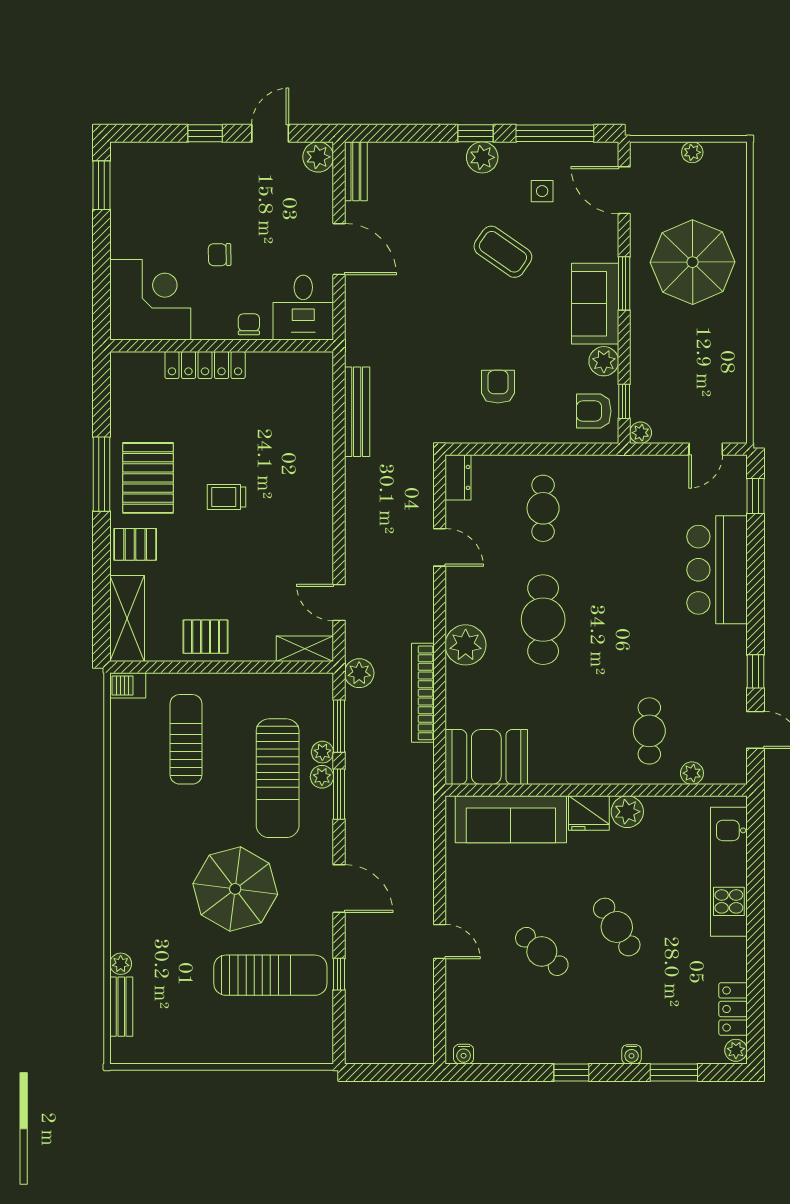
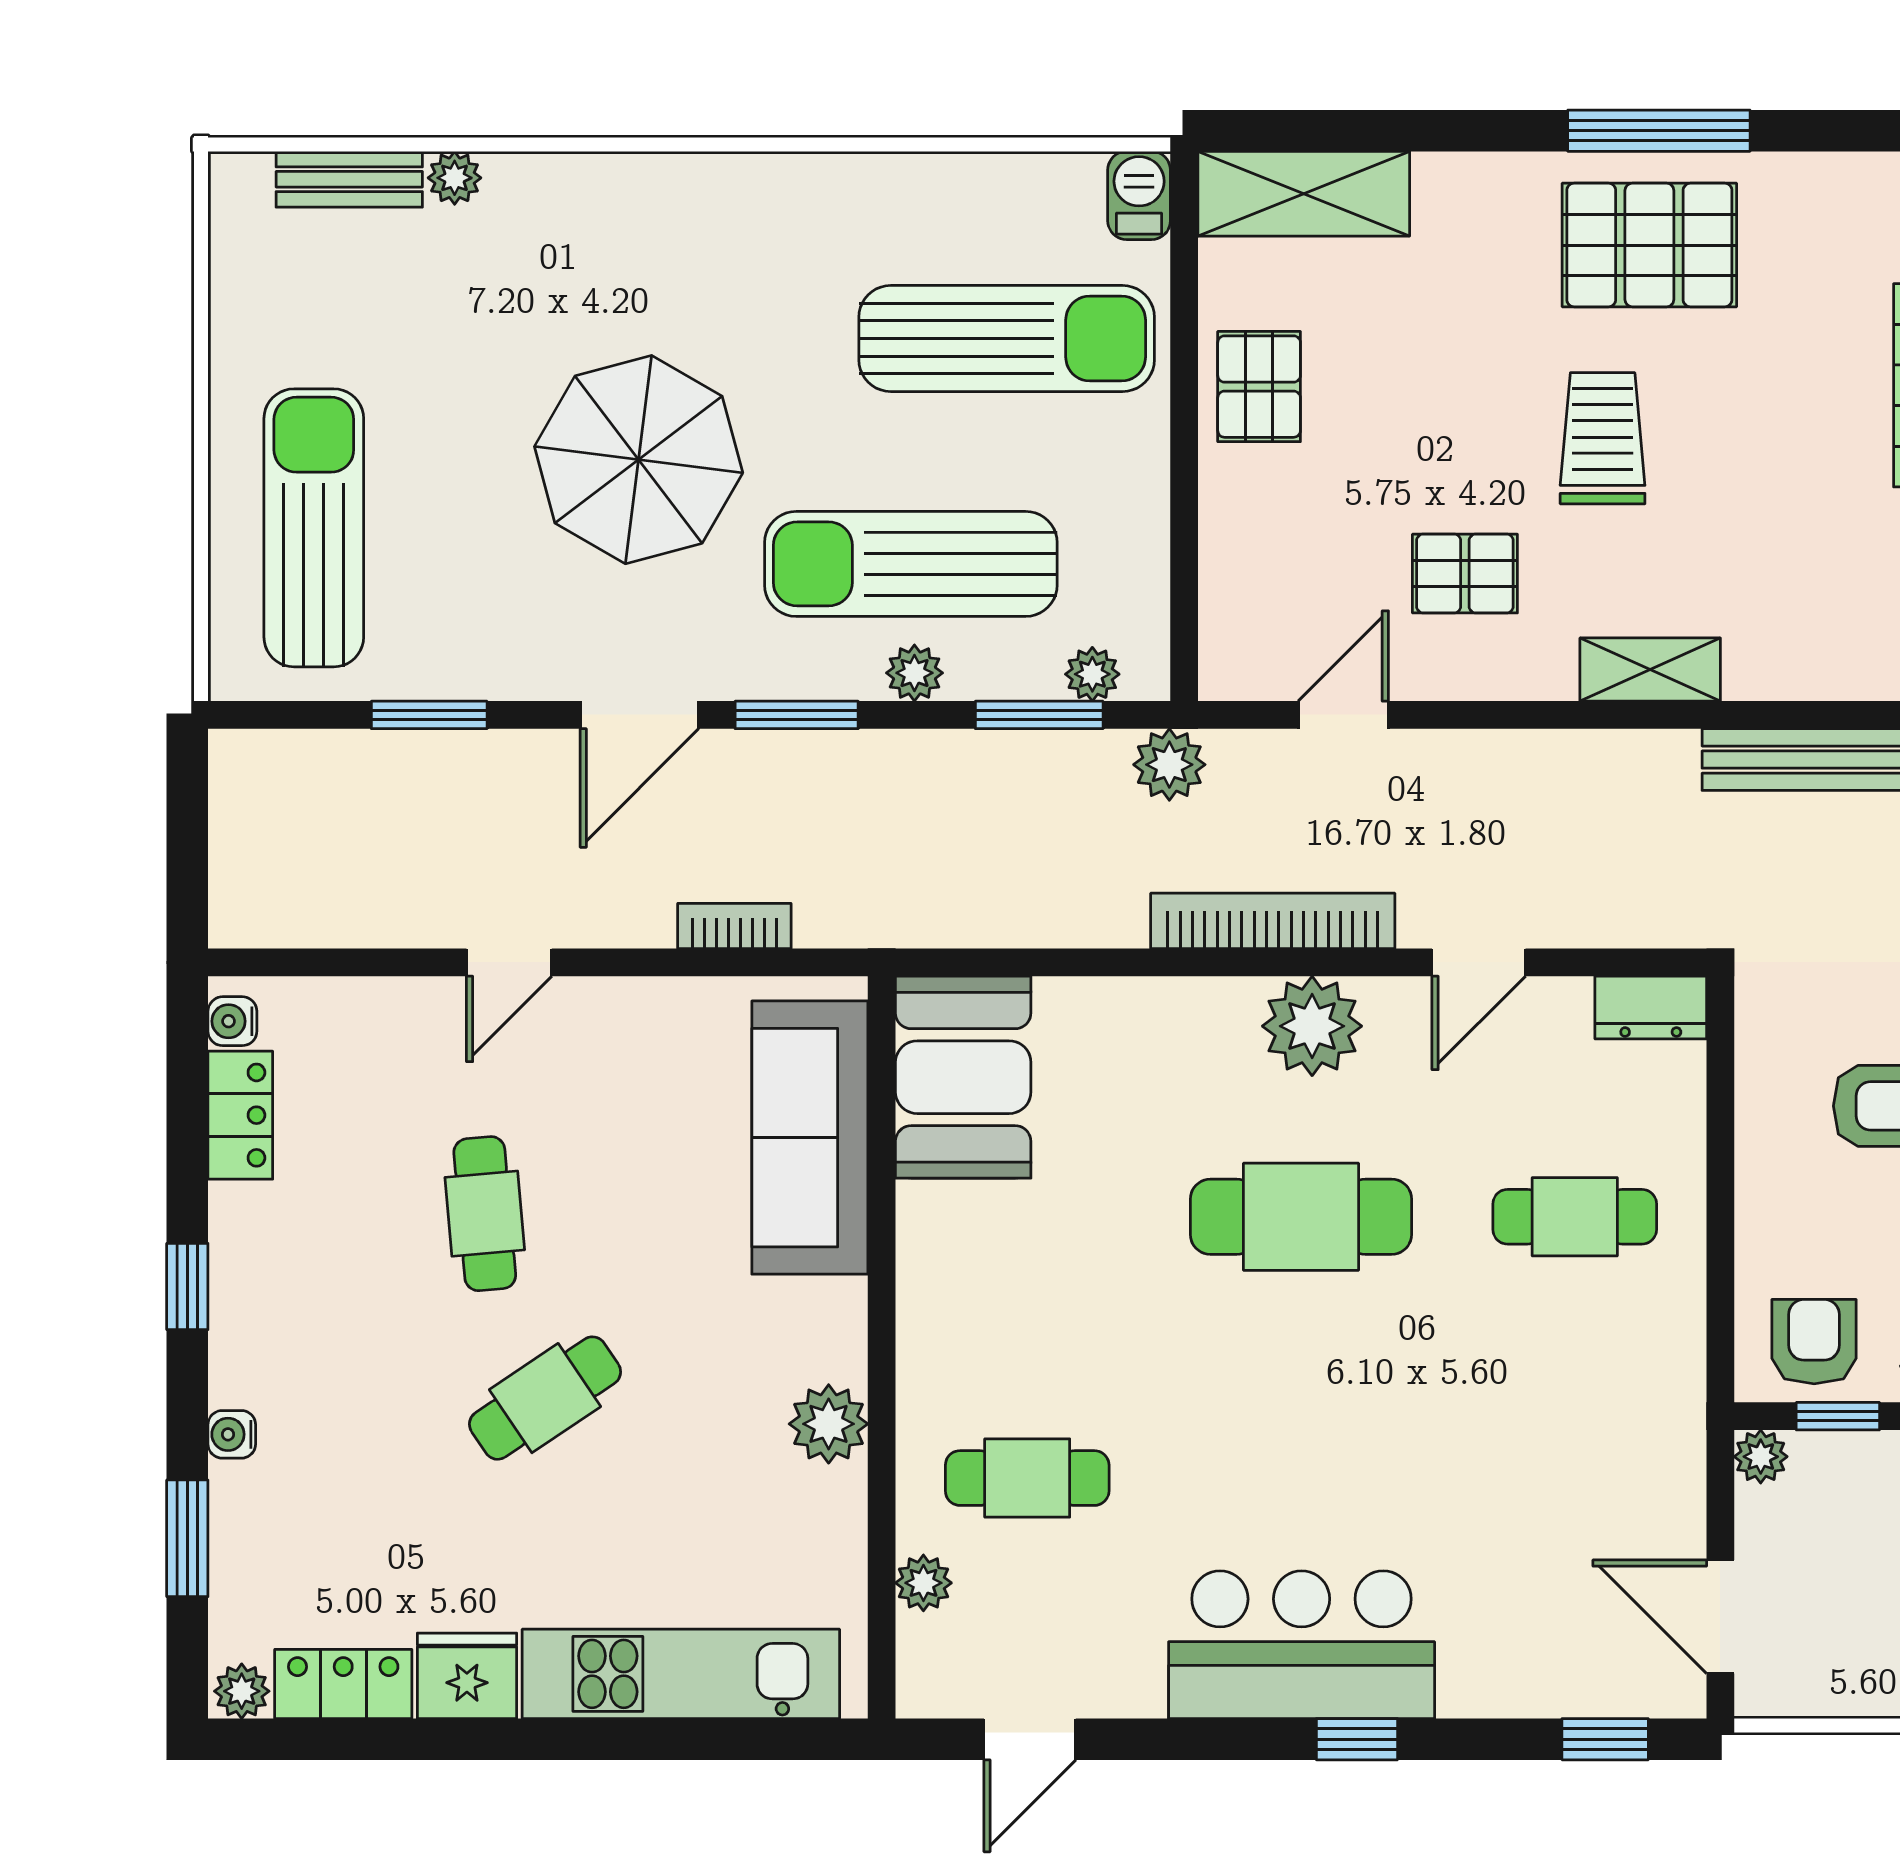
door: (706, 449) -> (1720, 1617), width x1.38
trolley: (227, 497) -> (1603, 438), width x1.36, depth x1.39
pallet: (135, 544) -> (1465, 574), moved, turned 90
bar counter: (717, 570) -> (1302, 1645), moved
plant: (466, 645) -> (1312, 1026), moved
shelving: (305, 649) -> (1650, 670), moved, turned 90
window: (755, 671) -> (1357, 1739), moved
bookcase: (423, 693) -> (1273, 921), moved
sun lounger: (186, 739) -> (1007, 338), width x1.36, depth x1.34
plant: (322, 752) -> (1092, 674), moved
window: (339, 794) -> (797, 715), moved
fridge: (589, 813) -> (467, 1676), moved, turned 90
bookcase: (425, 850) -> (734, 926), added
cafe table: (542, 951) -> (485, 1214), turned -46
window: (339, 974) -> (429, 715), width x1.50
sun lounger: (270, 975) -> (314, 528), moved, turned 180
locker: (502, 1051) -> (240, 1115), added

